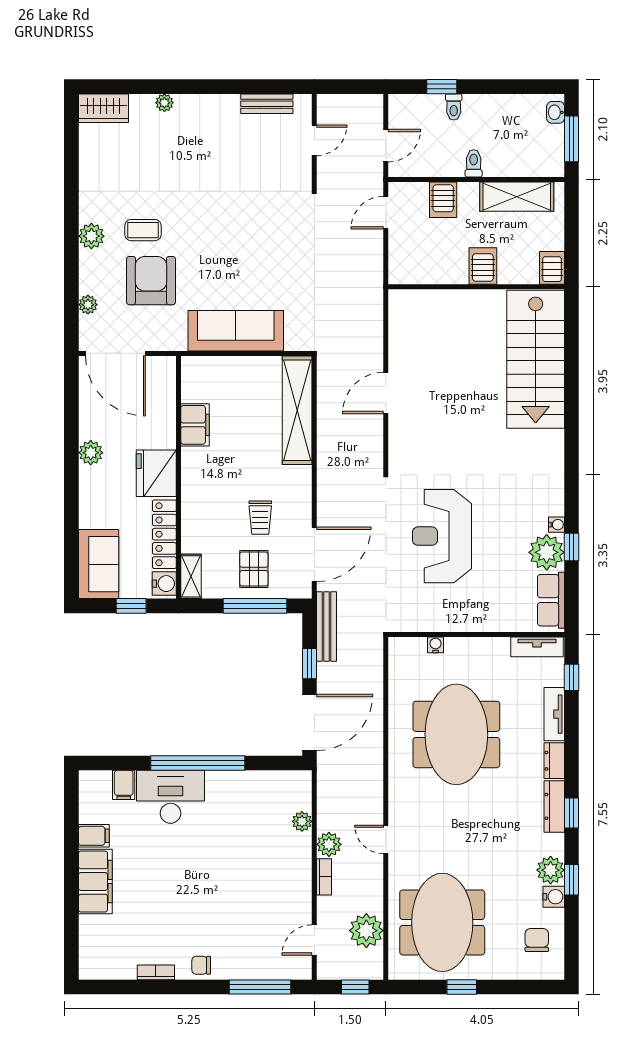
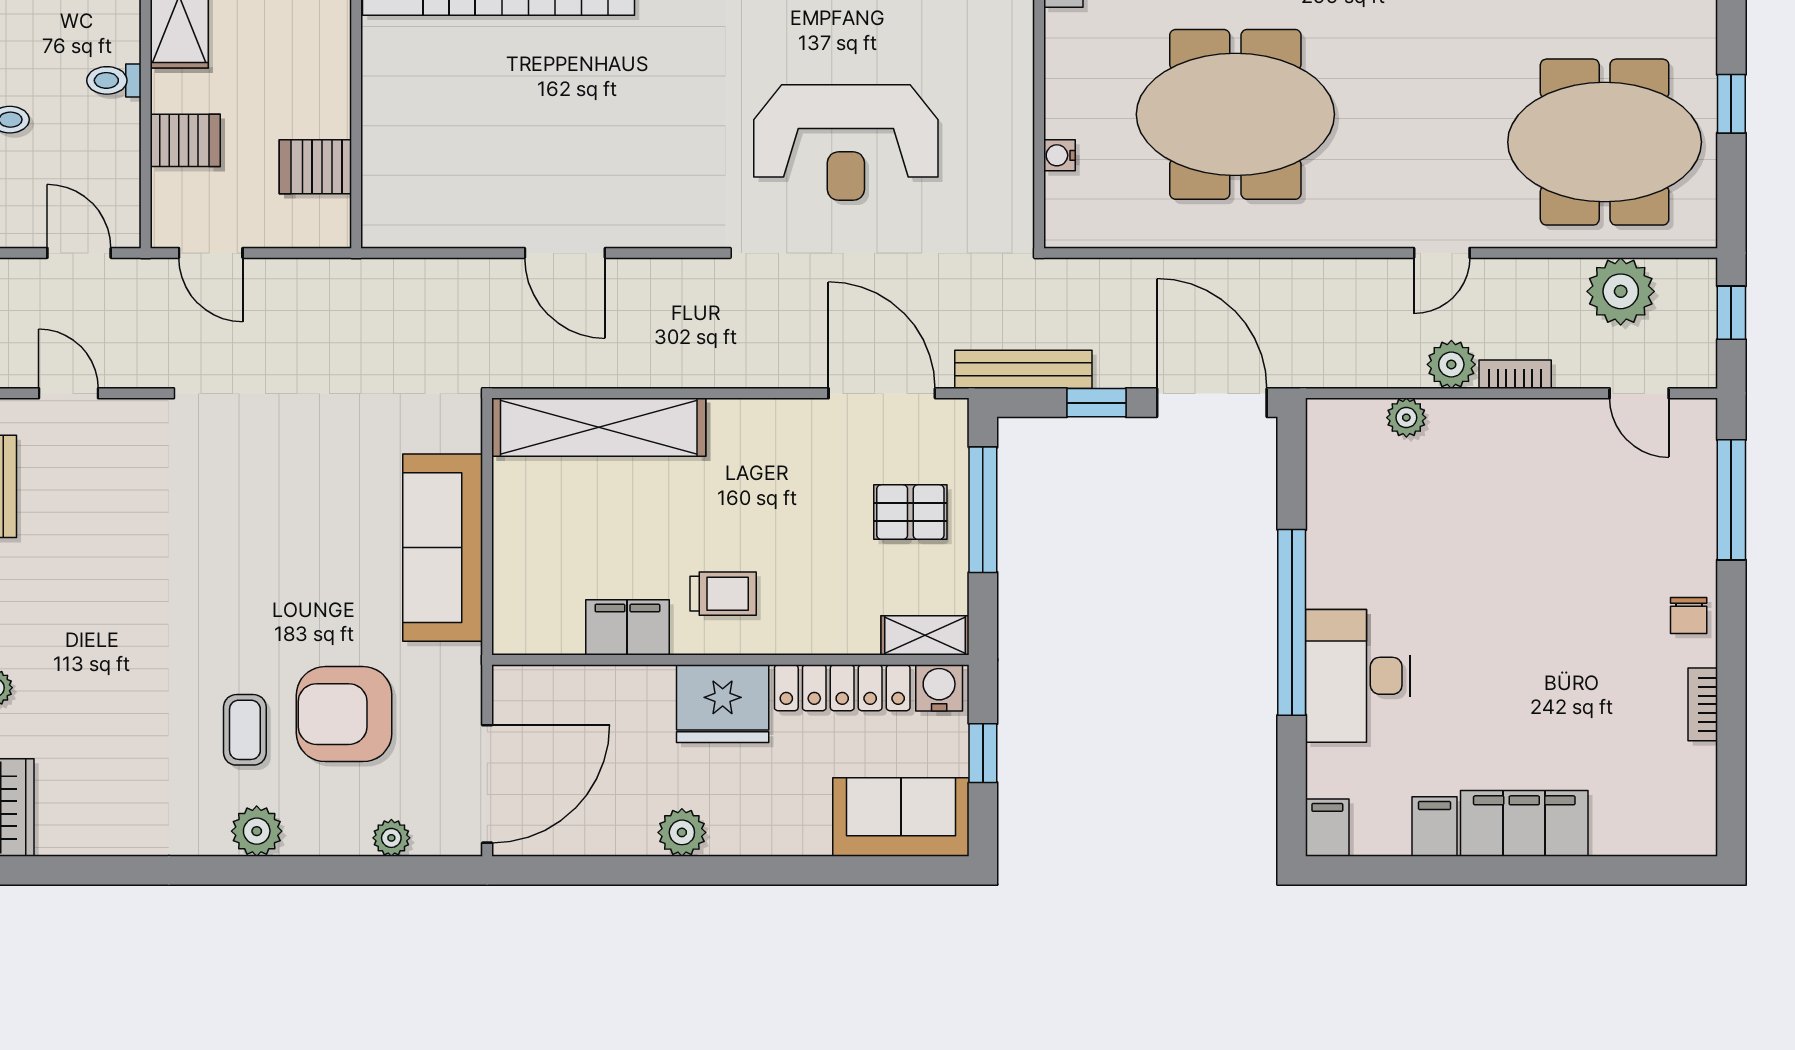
server rack: (483, 266) -> (315, 167), moved
trolley: (260, 518) -> (723, 594), moved
filing cabinet: (124, 785) -> (1327, 828), moved, turned -90

